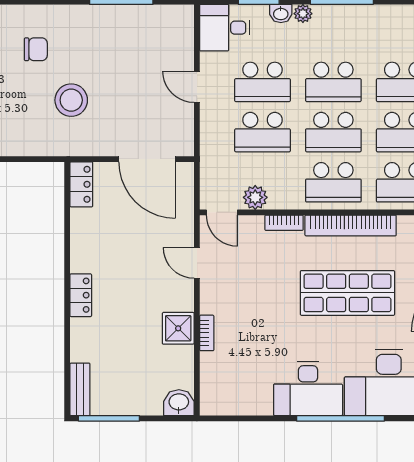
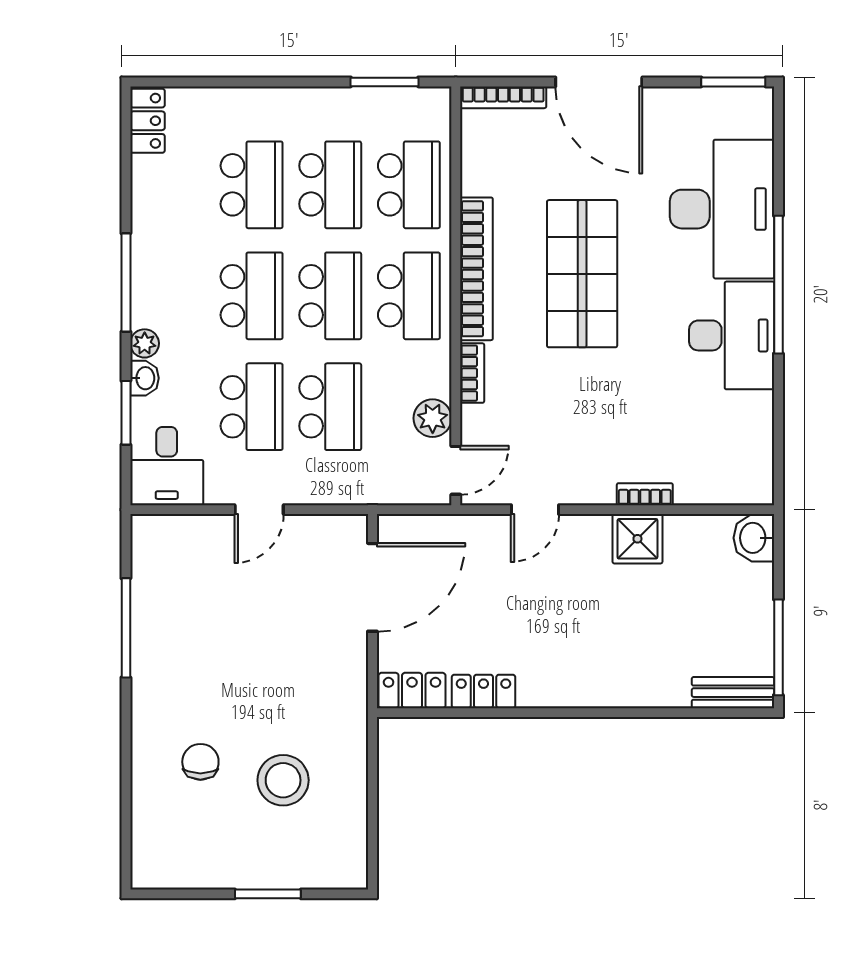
stool: (71, 100) -> (283, 780), moved
locker: (81, 295) -> (484, 691), moved

